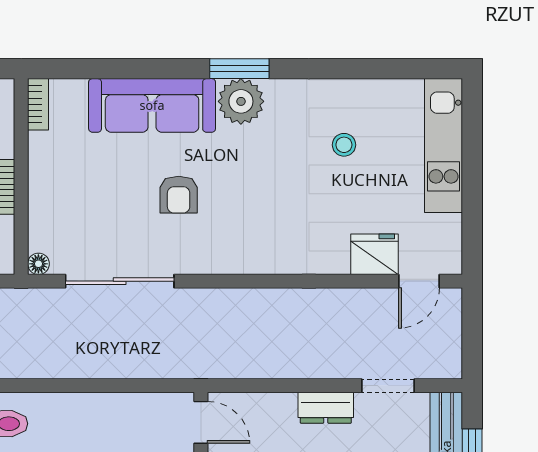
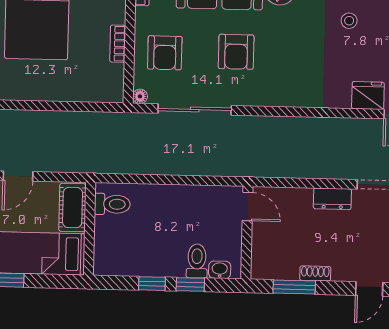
armchair: (179, 195) -> (236, 52), width x1.38, depth x1.38
armchair: (73, 199) -> (165, 53), added

